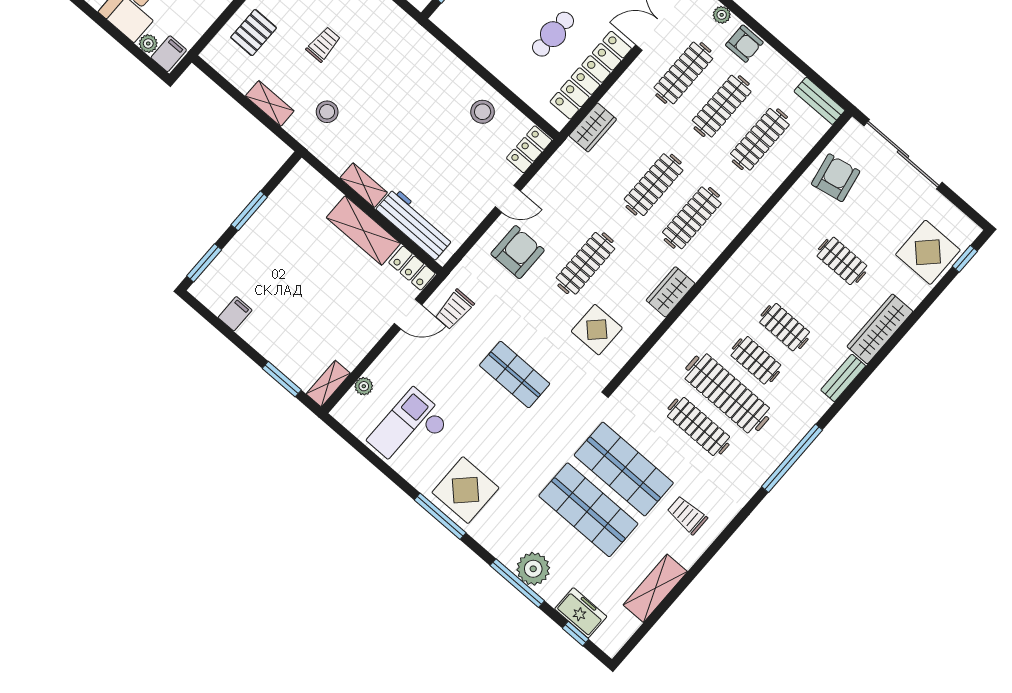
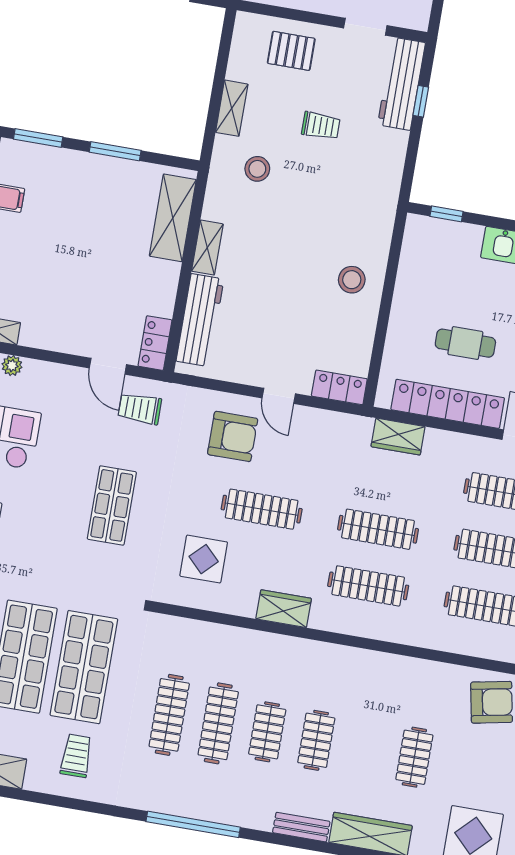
stool: (483, 112) -> (352, 280), moved
shelving: (363, 230) -> (173, 218), moved
clothes rail: (727, 393) -> (218, 723), width x0.73, depth x0.76

